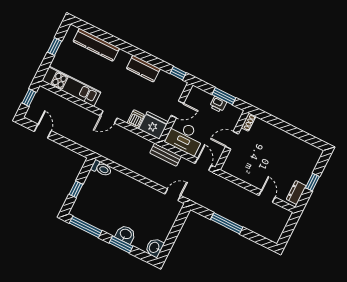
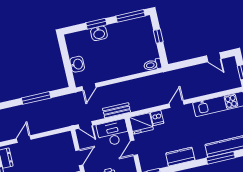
window: (109, 39) -> (221, 158), added
door: (267, 196) -> (24, 139), swing flipped
washbasin: (154, 248) -> (77, 64), moved

